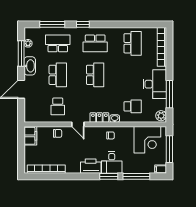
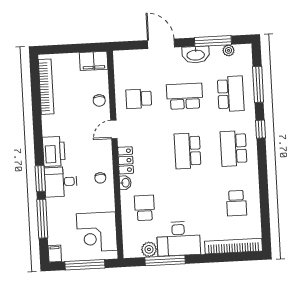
school desk: (133, 43) -> (236, 203), width x0.54
school desk: (58, 75) -> (185, 96), turned 180
school desk: (95, 75) -> (188, 151), turned 90
school desk: (133, 106) -> (144, 208), turned 180
plant: (161, 116) -> (149, 249), moved

